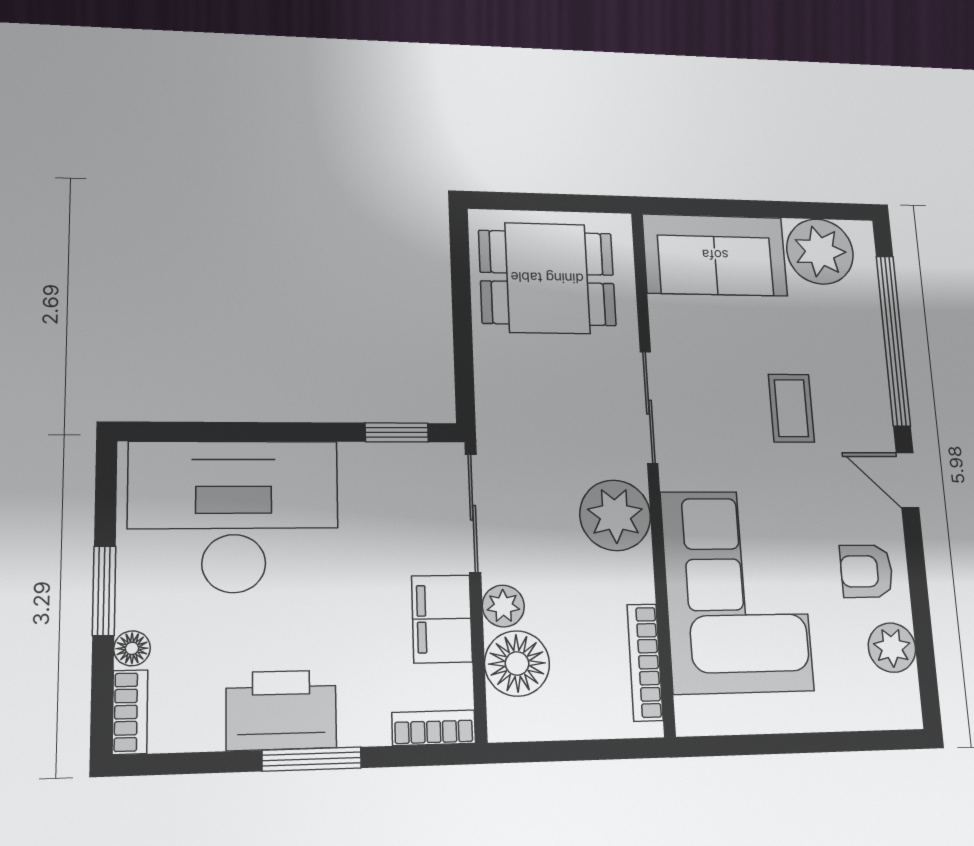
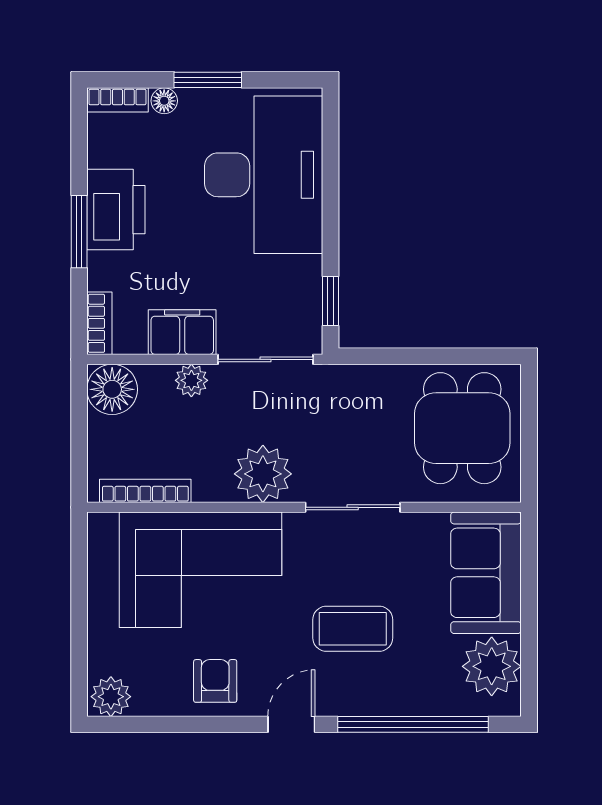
coffee table: (791, 408) -> (353, 629), width x1.36, depth x1.30
plant: (892, 648) -> (111, 697), moved
floor lamp: (517, 663) -> (112, 389), moved

